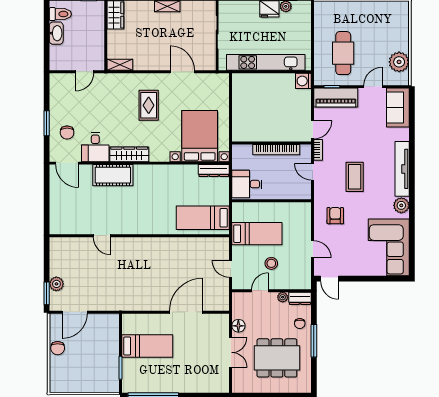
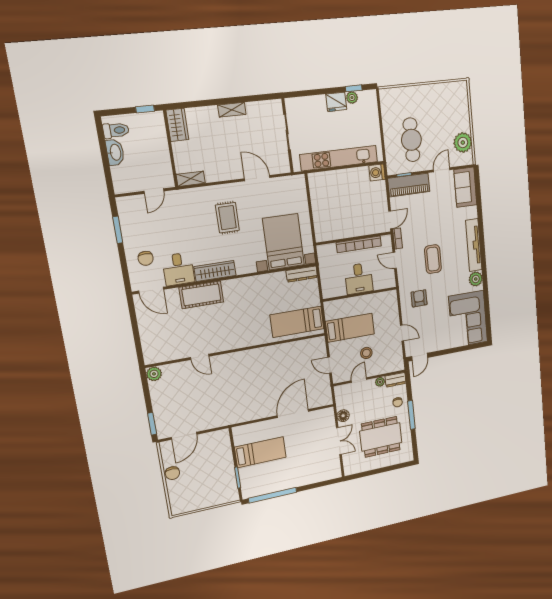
window: (47, 123) -> (118, 230), moved
desk: (247, 184) -> (359, 279), moved, turned -90
door: (330, 279) -> (420, 357), hinge flipped
plant: (56, 284) -> (154, 374), moved

